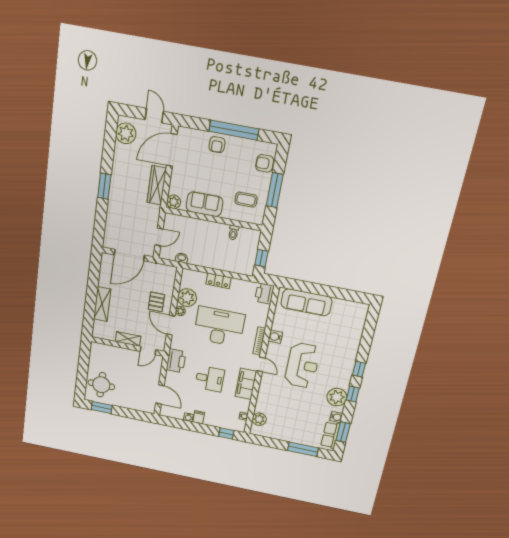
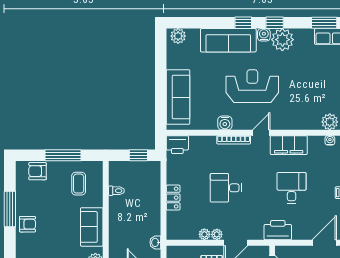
window: (234, 130) -> (10, 209), width x0.68
armchair: (265, 163) -> (38, 171), turned 90
plant: (187, 298) -> (204, 234), width x0.53, depth x0.53
plant: (361, 313) -> (178, 36), added
desk: (219, 327) -> (226, 188), width x0.53, depth x0.77
sofa: (347, 354) -> (228, 40), added
water cooler: (336, 417) -> (264, 35), moved

